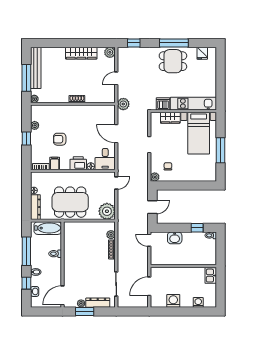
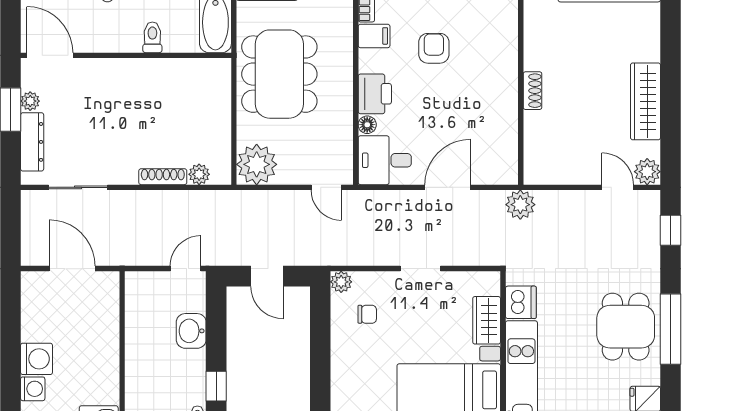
door: (116, 78) -> (618, 187), moved
washing machine: (173, 301) -> (37, 359), moved

